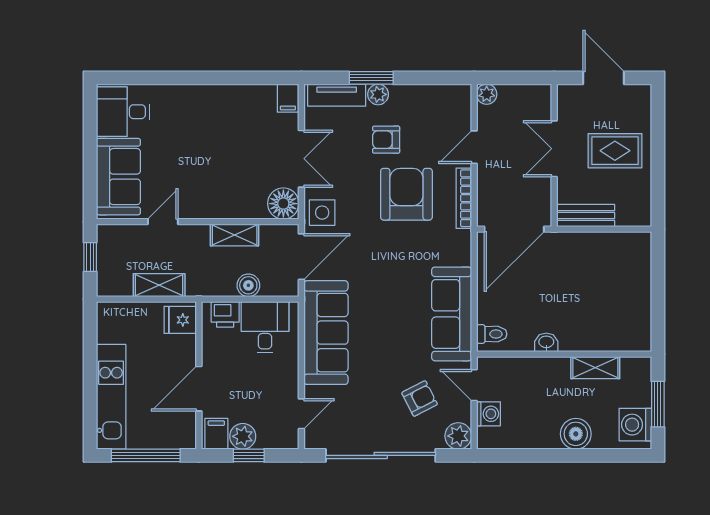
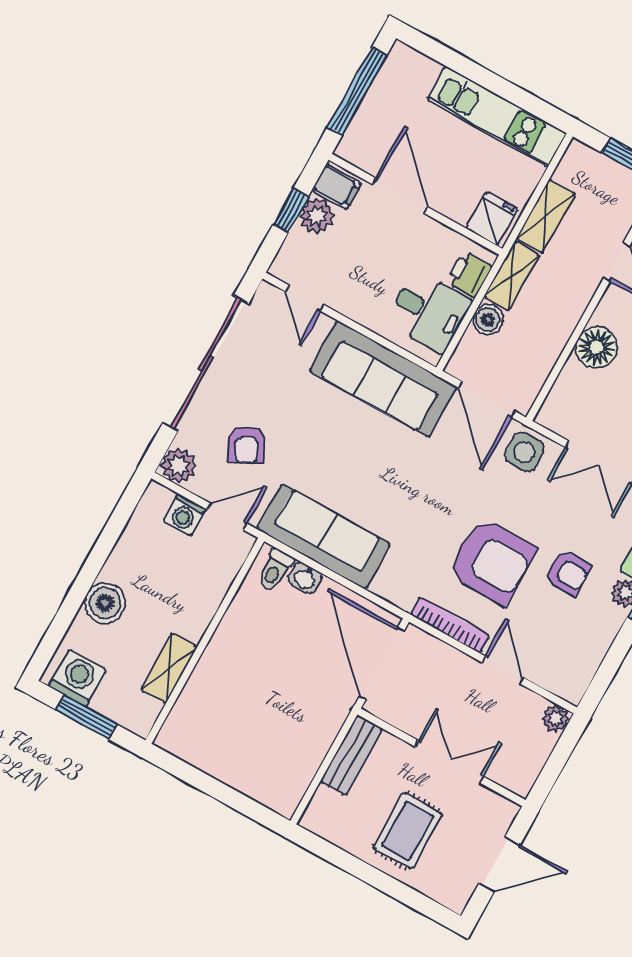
armchair: (386, 140) -> (568, 573), turned 90
floor lamp: (283, 204) -> (596, 347), moved
shelving: (235, 235) -> (511, 276), moved
washbasin: (546, 342) -> (305, 578), moved, turned 90
kitchen unit: (111, 397) -> (497, 116), moved

